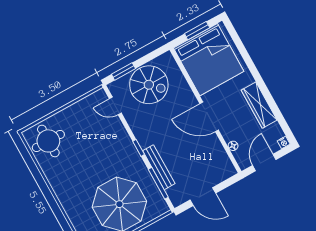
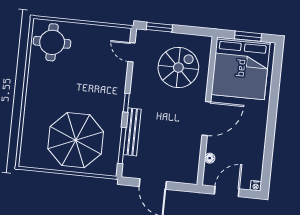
spiral stairs: (149, 85) -> (178, 67), moved, turned -90
wardrobe: (259, 105) -> (257, 139), removed
door: (209, 117) -> (206, 119), swing flipped

